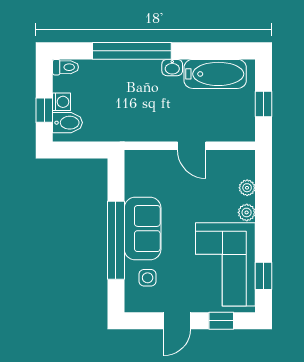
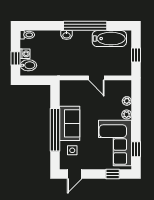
window: (132, 51) -> (85, 26), moved
washbasin: (172, 68) -> (67, 35), moved
door: (177, 321) -> (75, 174), moved

